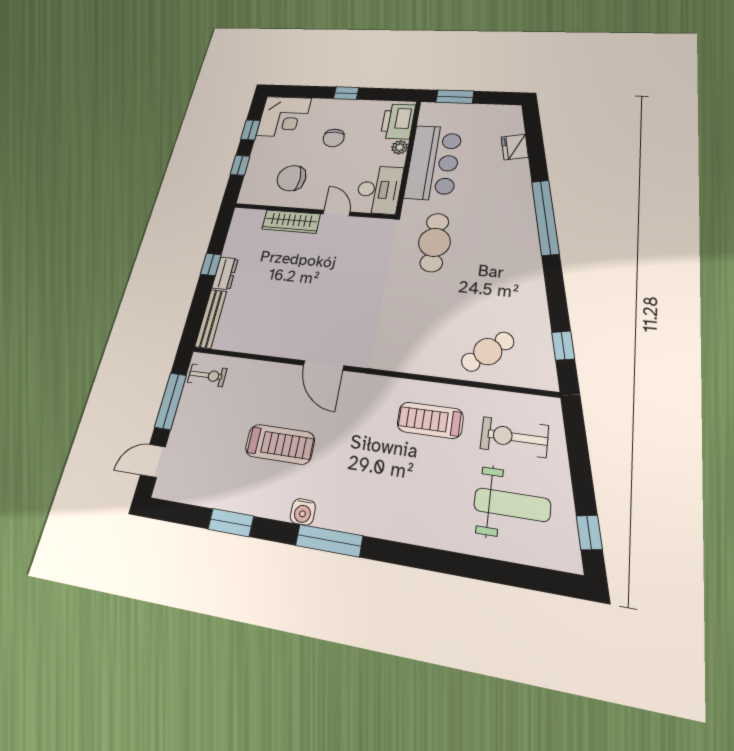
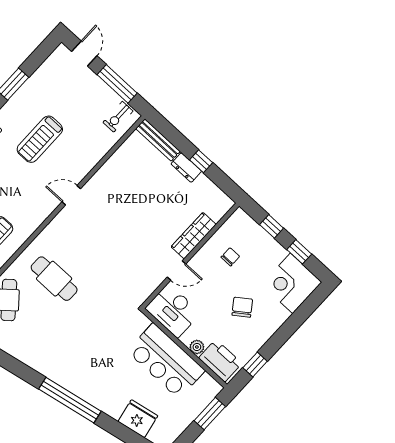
window: (346, 93) -> (255, 365), moved
chair: (334, 138) -> (242, 307), turned 54
fridge: (515, 147) -> (138, 419), width x1.36, depth x1.34
chair: (292, 178) -> (230, 257), width x0.54, depth x0.54
cafe table: (434, 242) -> (54, 279), moved
door: (323, 365) -> (71, 195), width x0.73

